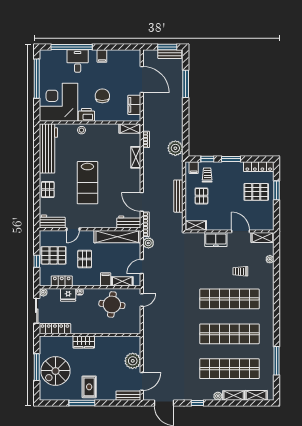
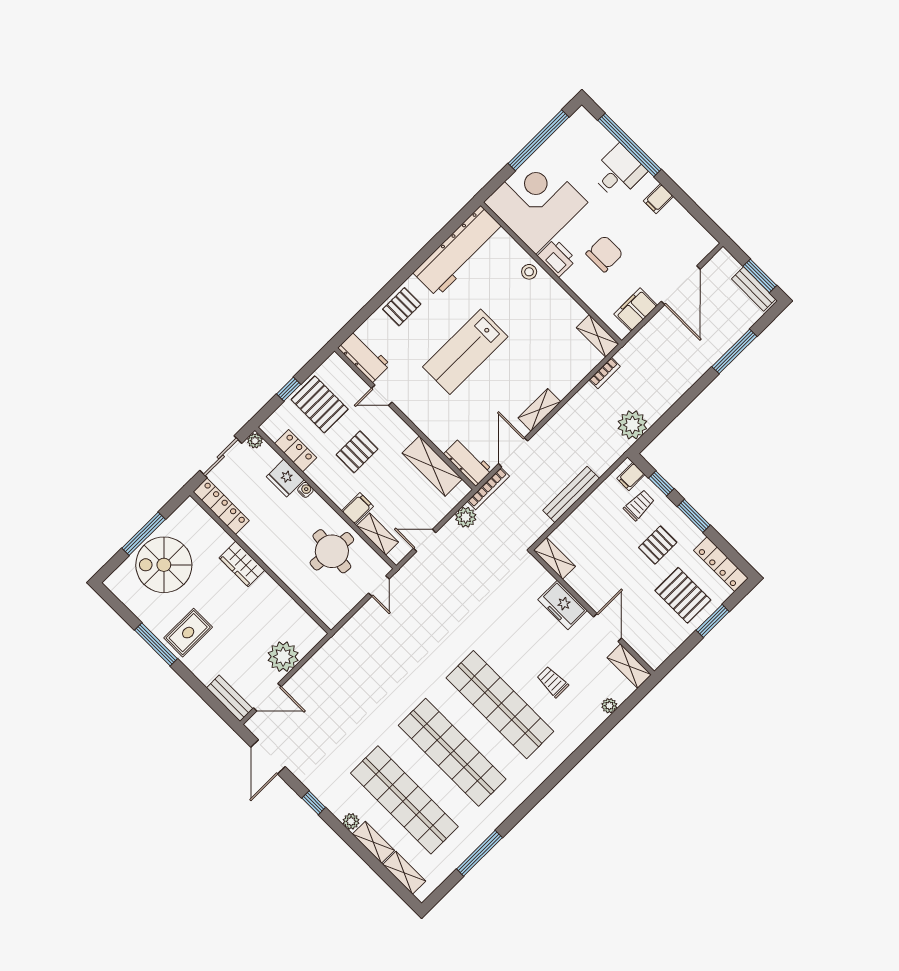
shelving: (136, 157) -> (539, 410), moved
pallet: (201, 196) -> (658, 545), moved
shelving: (117, 237) -> (432, 466), width x0.68
door: (142, 300) -> (379, 586), hinge flipped

